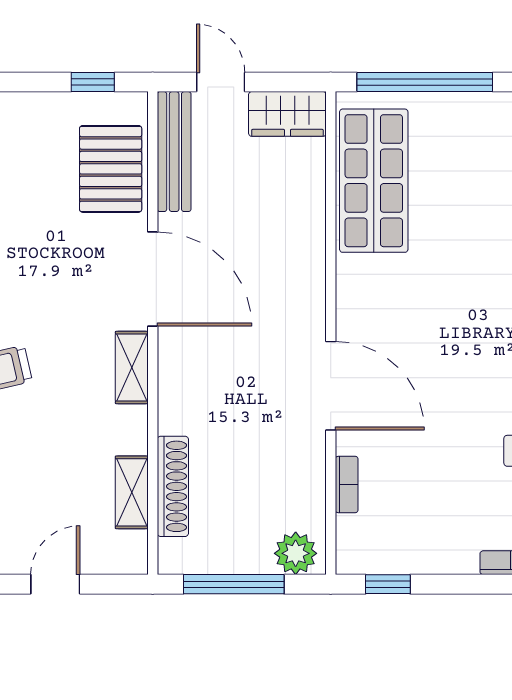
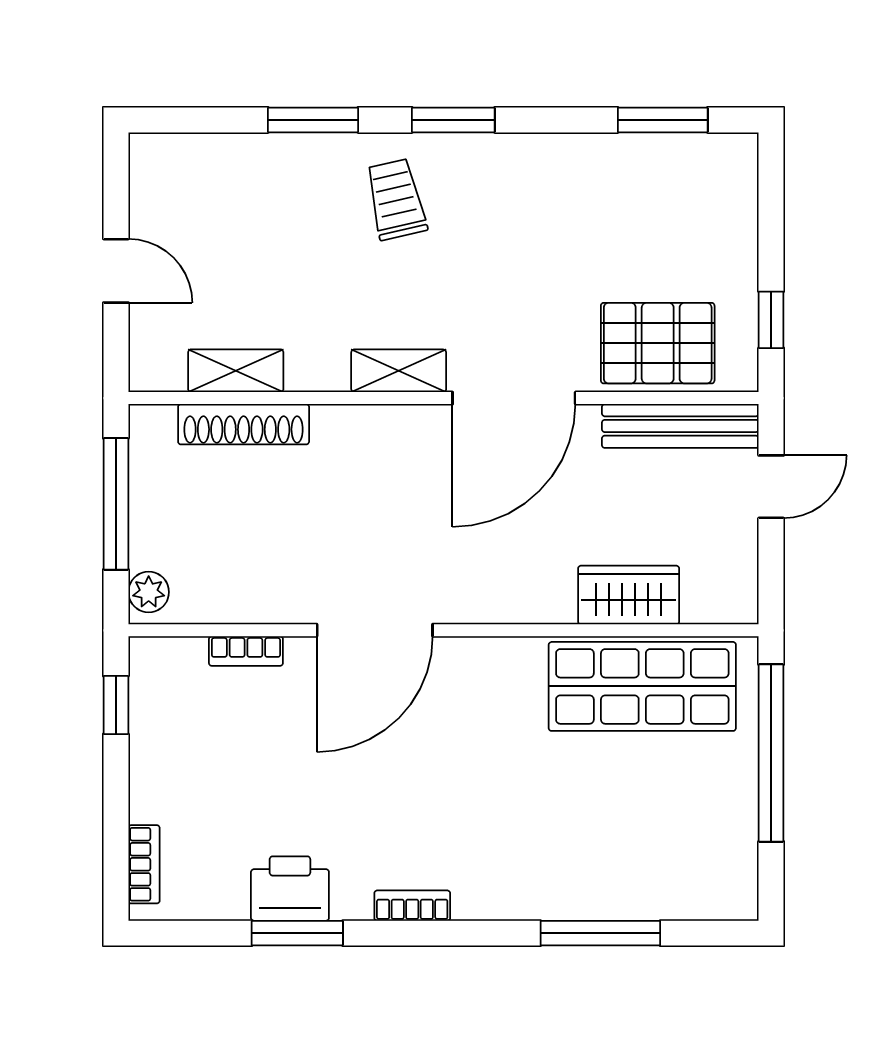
wardrobe: (287, 114) -> (629, 595), moved, turned 90
plant: (296, 553) -> (149, 592), width x0.73, depth x0.73

